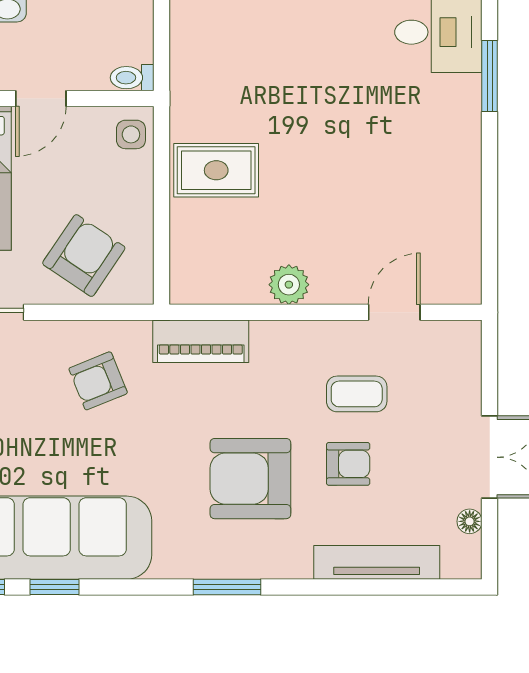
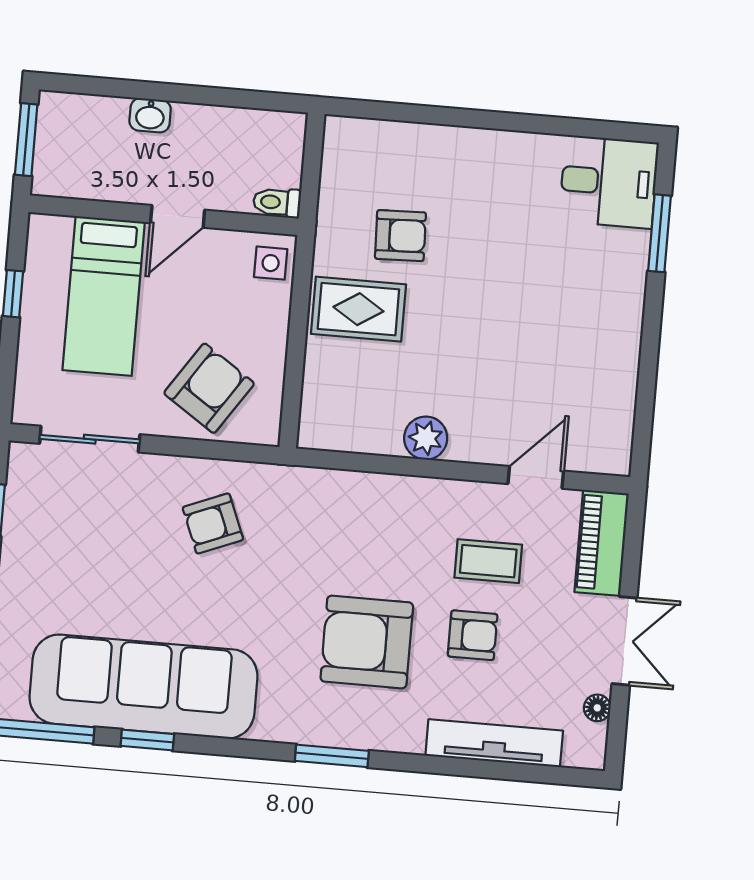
armchair: (249, 99) -> (400, 236), added
piano: (201, 341) -> (602, 543), moved, turned 90

